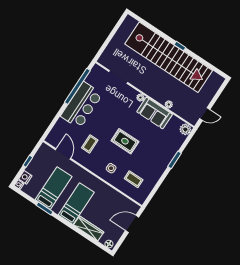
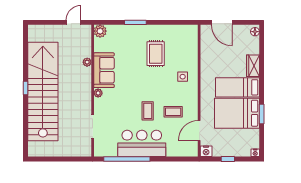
door: (205, 114) -> (74, 22), hinge flipped
rug: (125, 141) -> (156, 54), moved
nightstand: (25, 177) -> (206, 151), moved
coffee table: (134, 179) -> (148, 111), moved
bed: (54, 188) -> (237, 113), width x1.50
wardrobe: (89, 228) -> (253, 66), width x0.67

